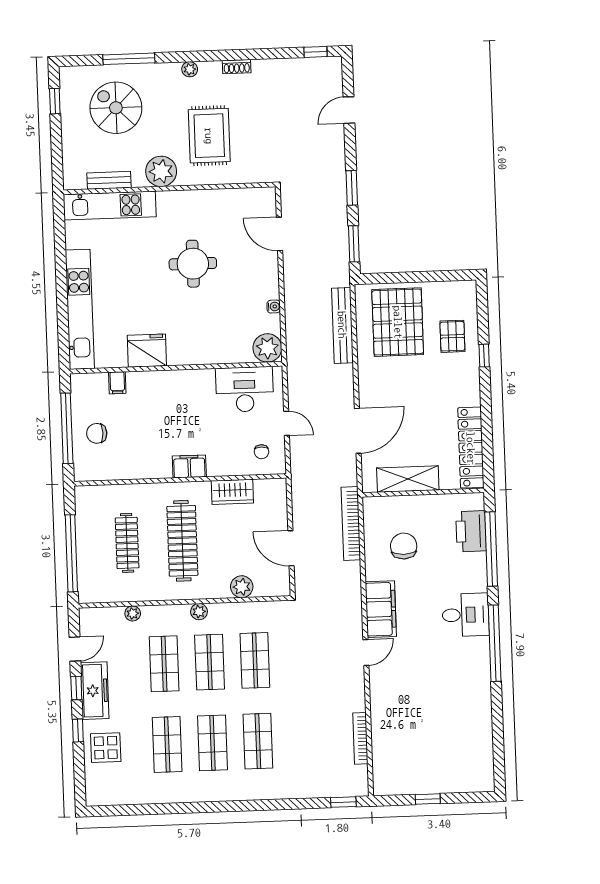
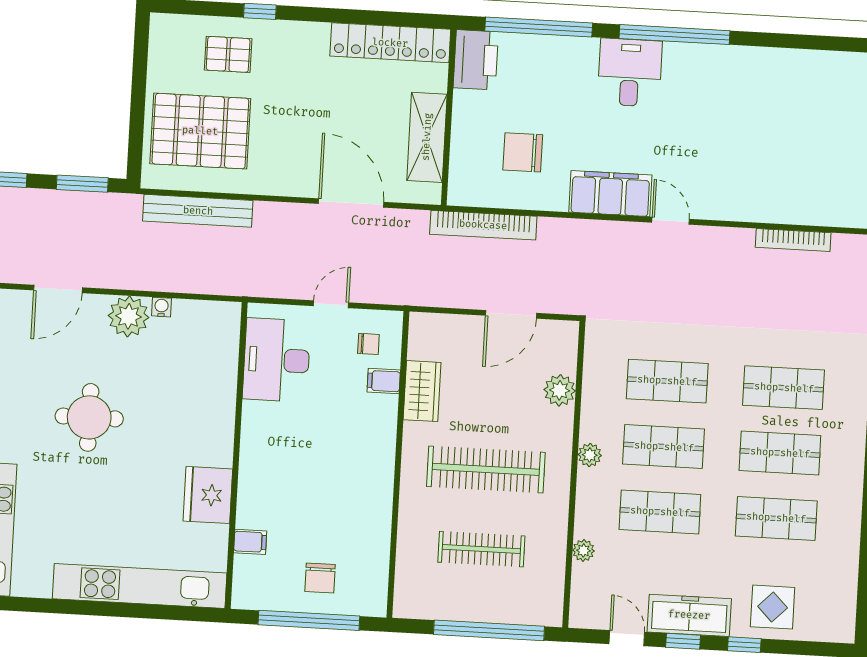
plant: (267, 348) -> (129, 316), moved
filing cabinet: (189, 466) -> (384, 381), moved, width x0.50
printer: (471, 531) -> (476, 60), moved, turned -90

